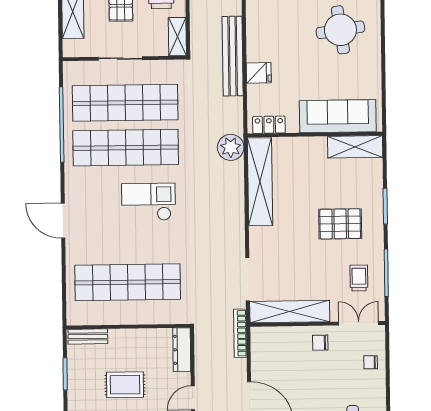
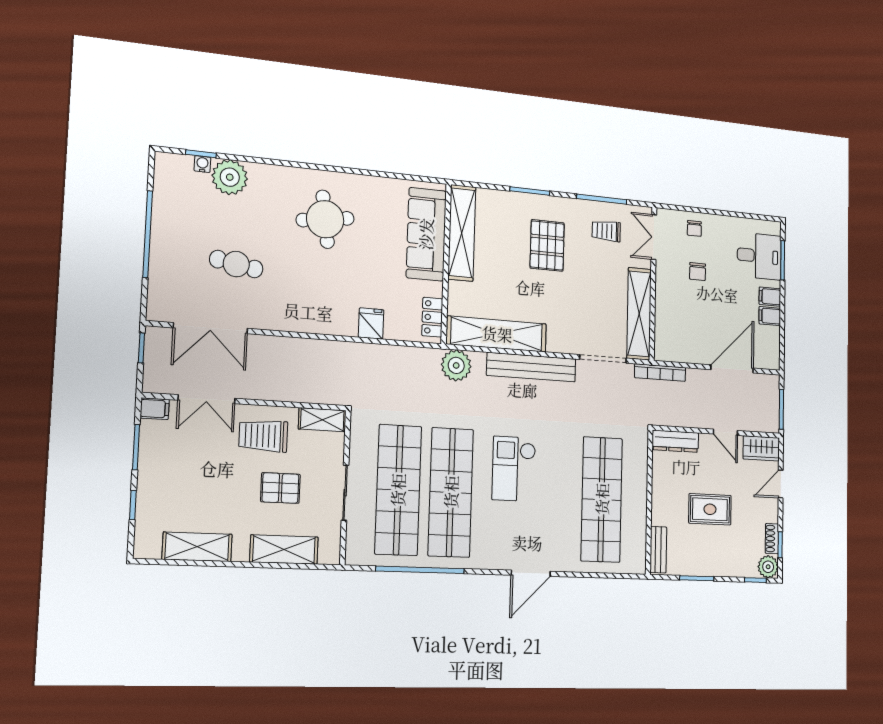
bench: (233, 56) -> (531, 367), moved
shelving: (355, 147) -> (462, 233), width x1.47
chair: (320, 343) -> (698, 272), moved
rug: (125, 385) -> (710, 509), turned 90

